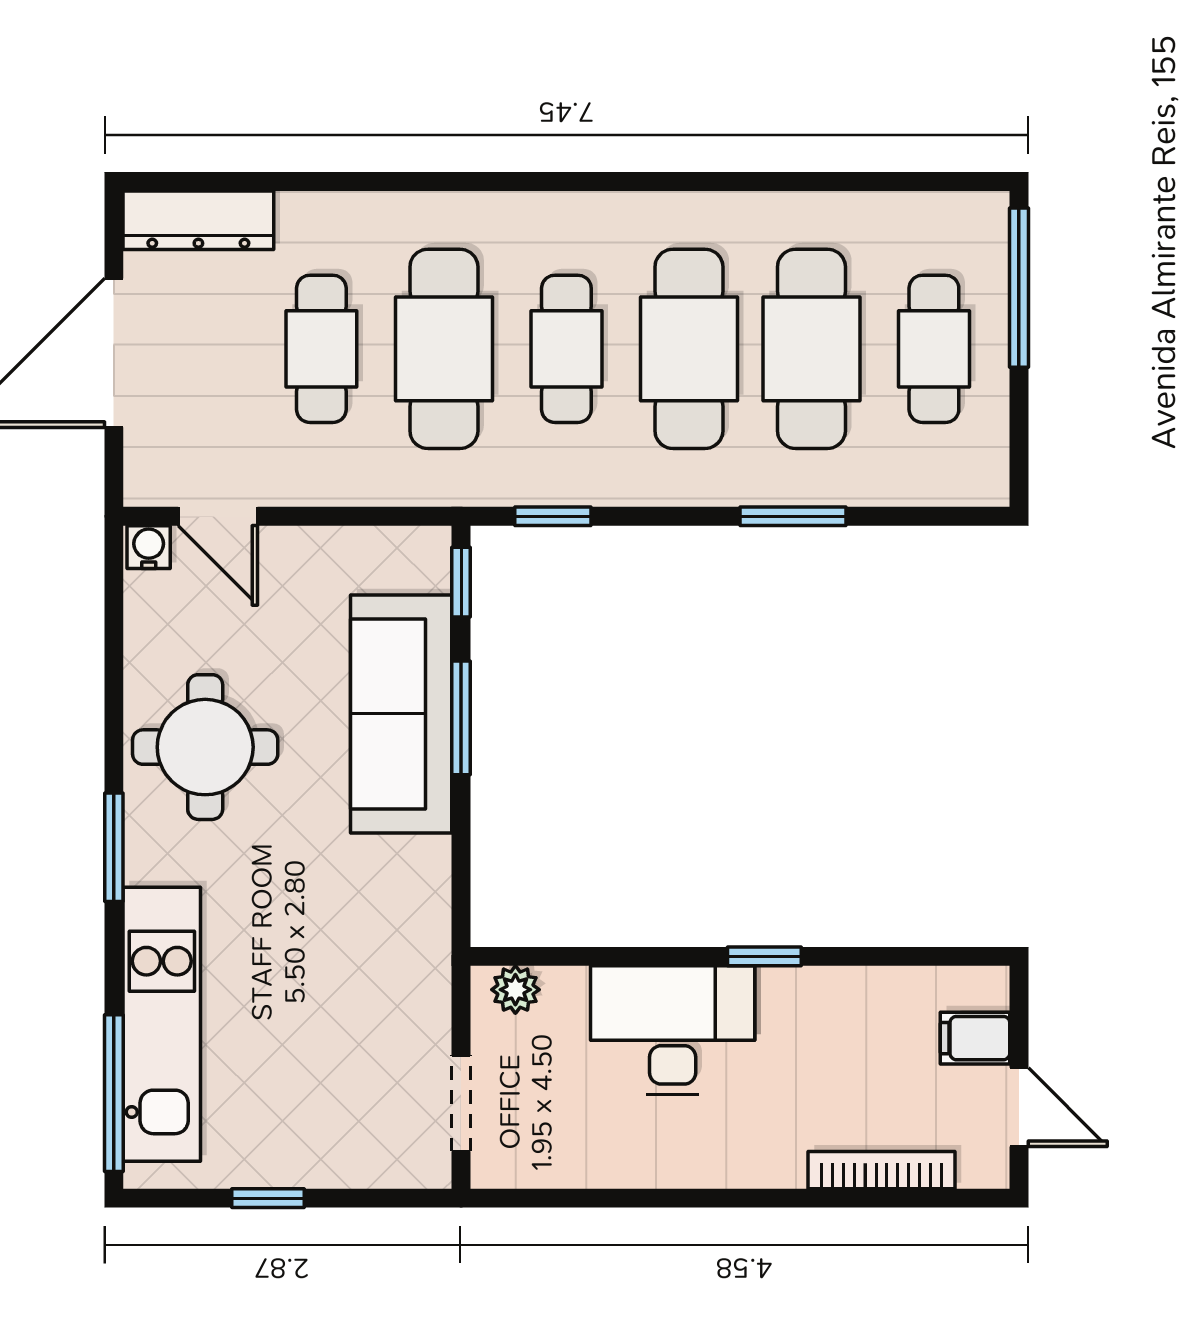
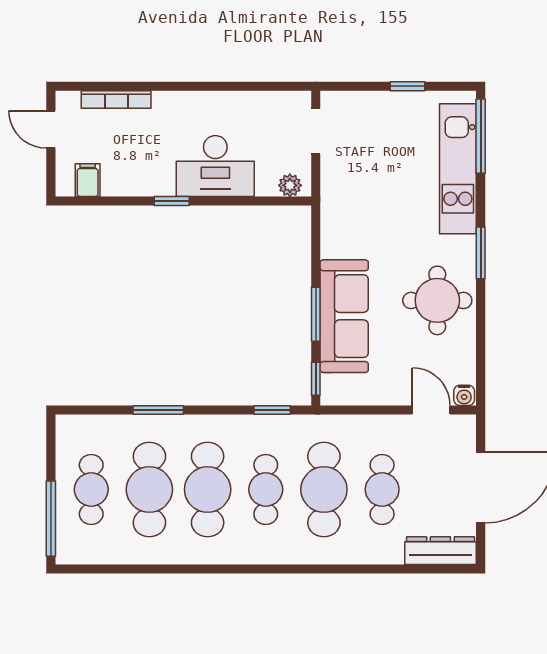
filing cabinet: (975, 1038) -> (88, 180), moved, turned -90

